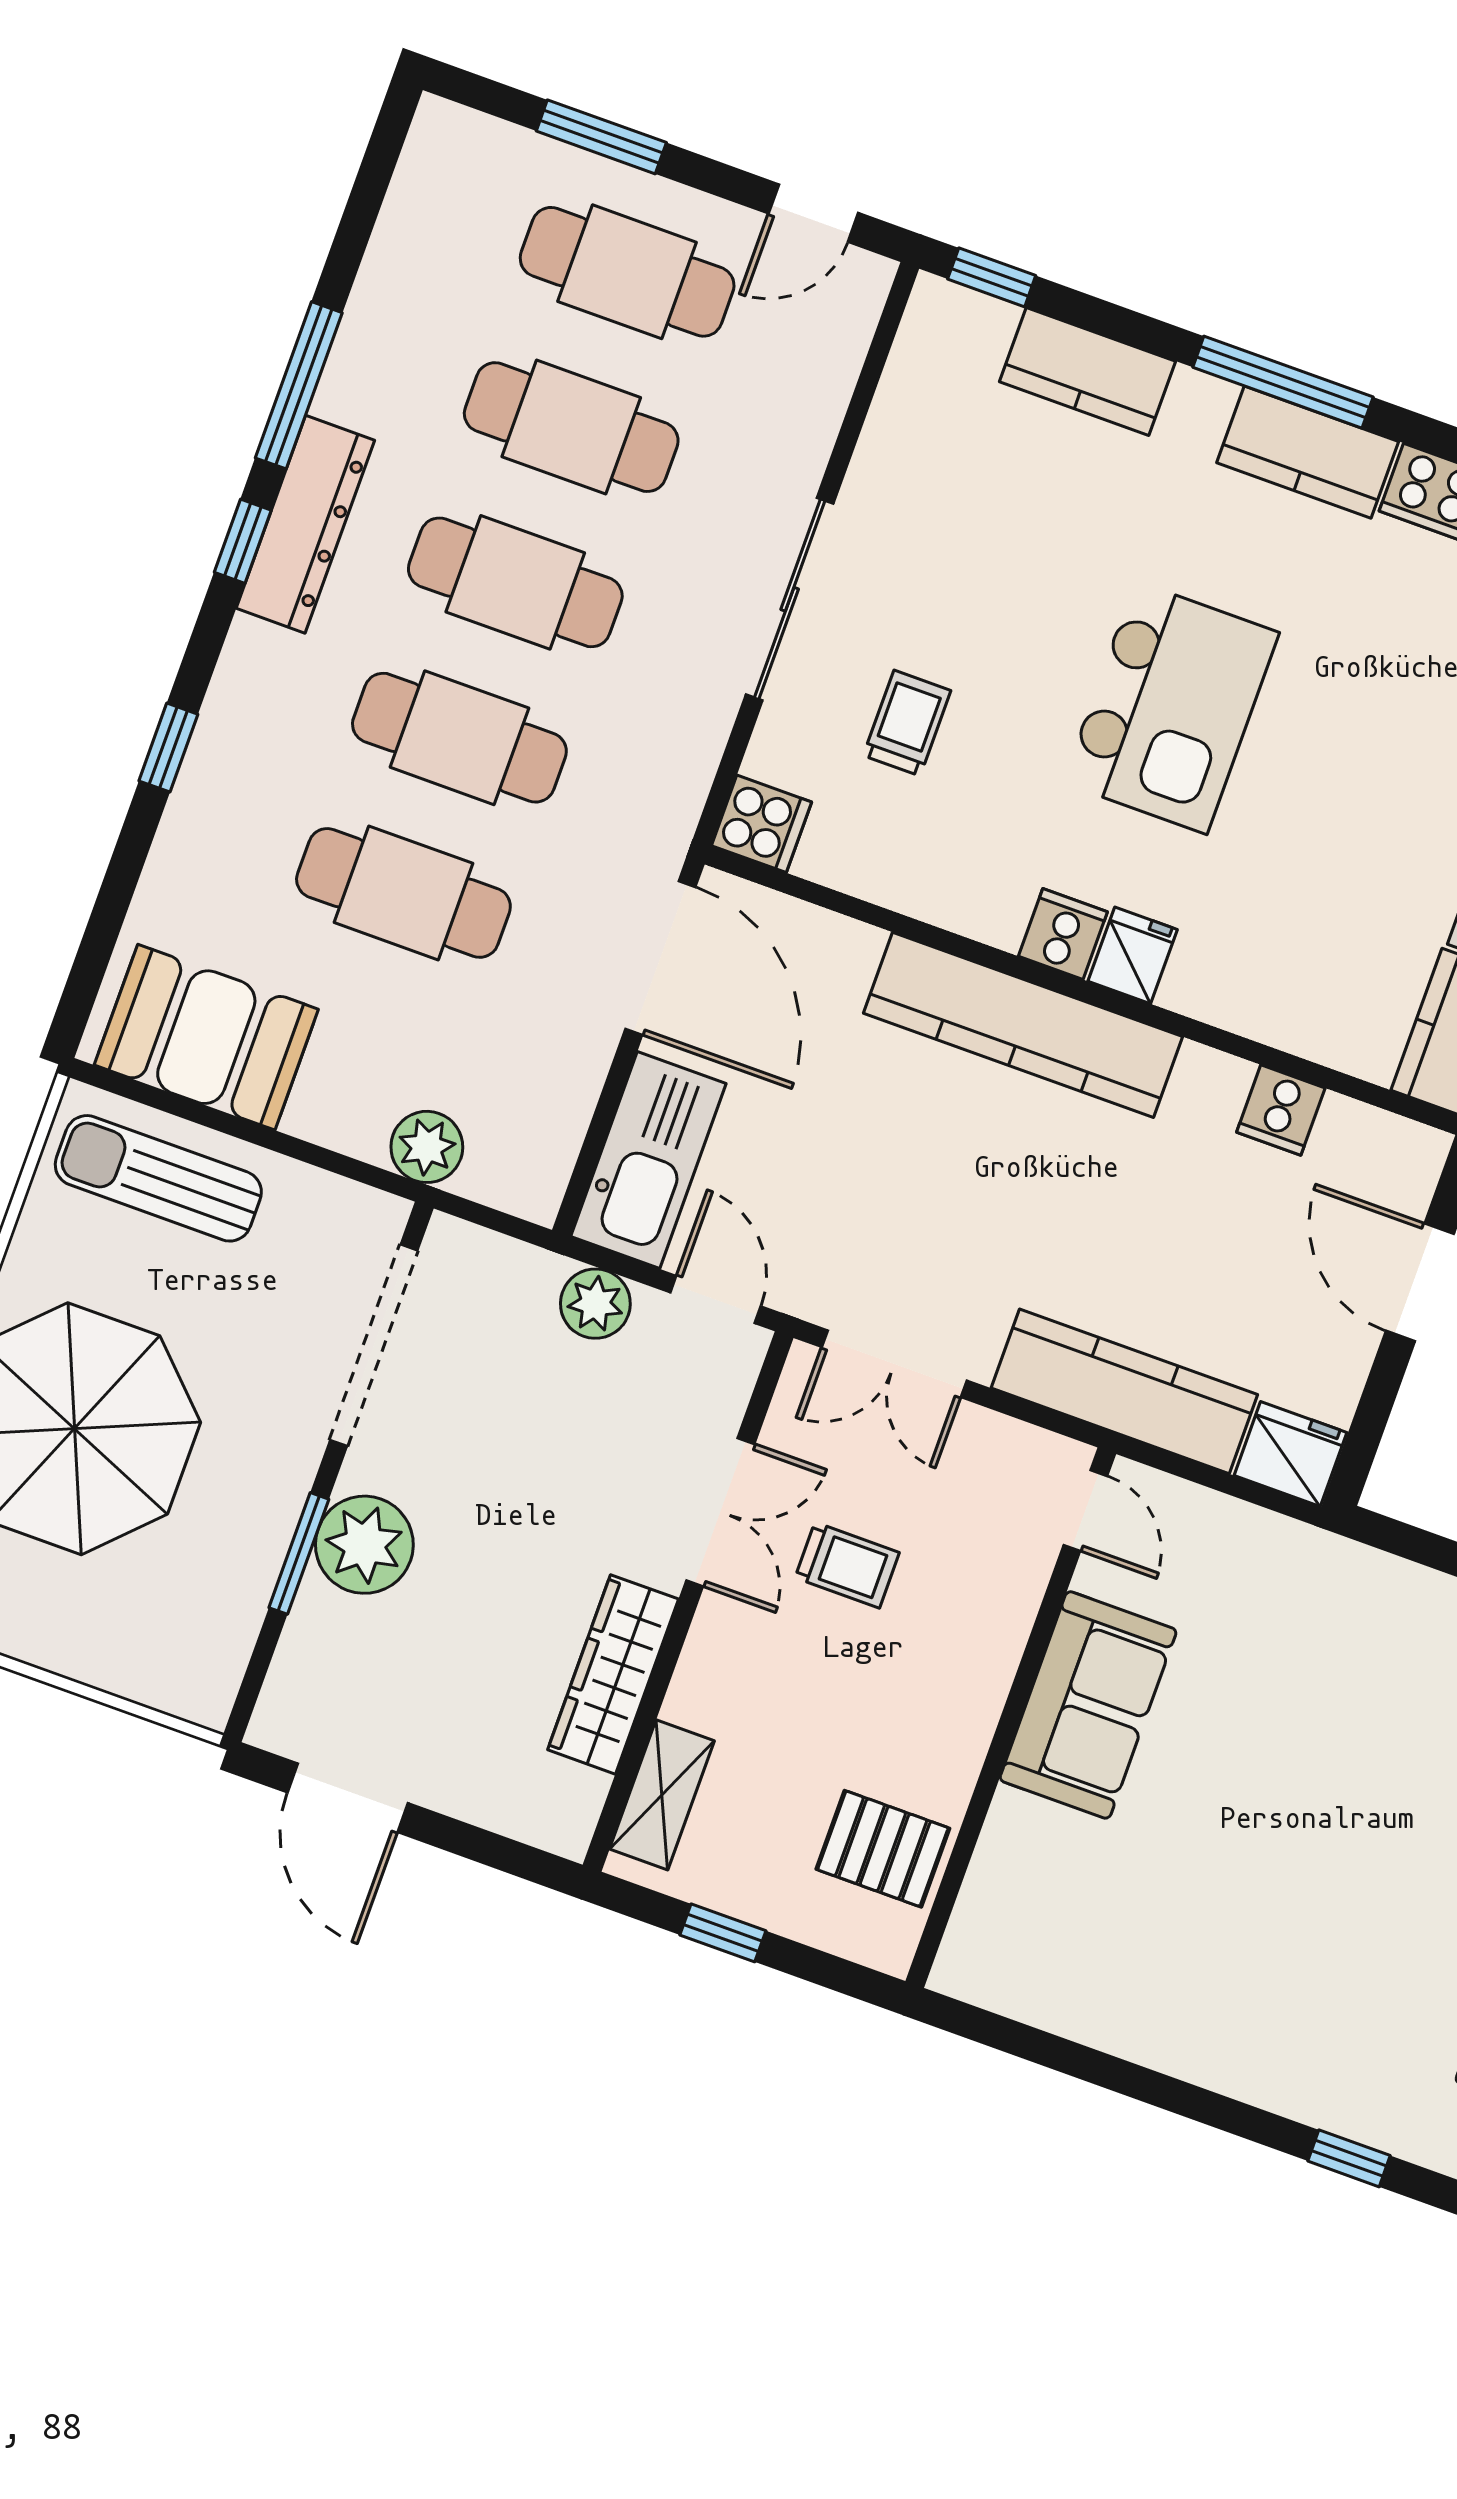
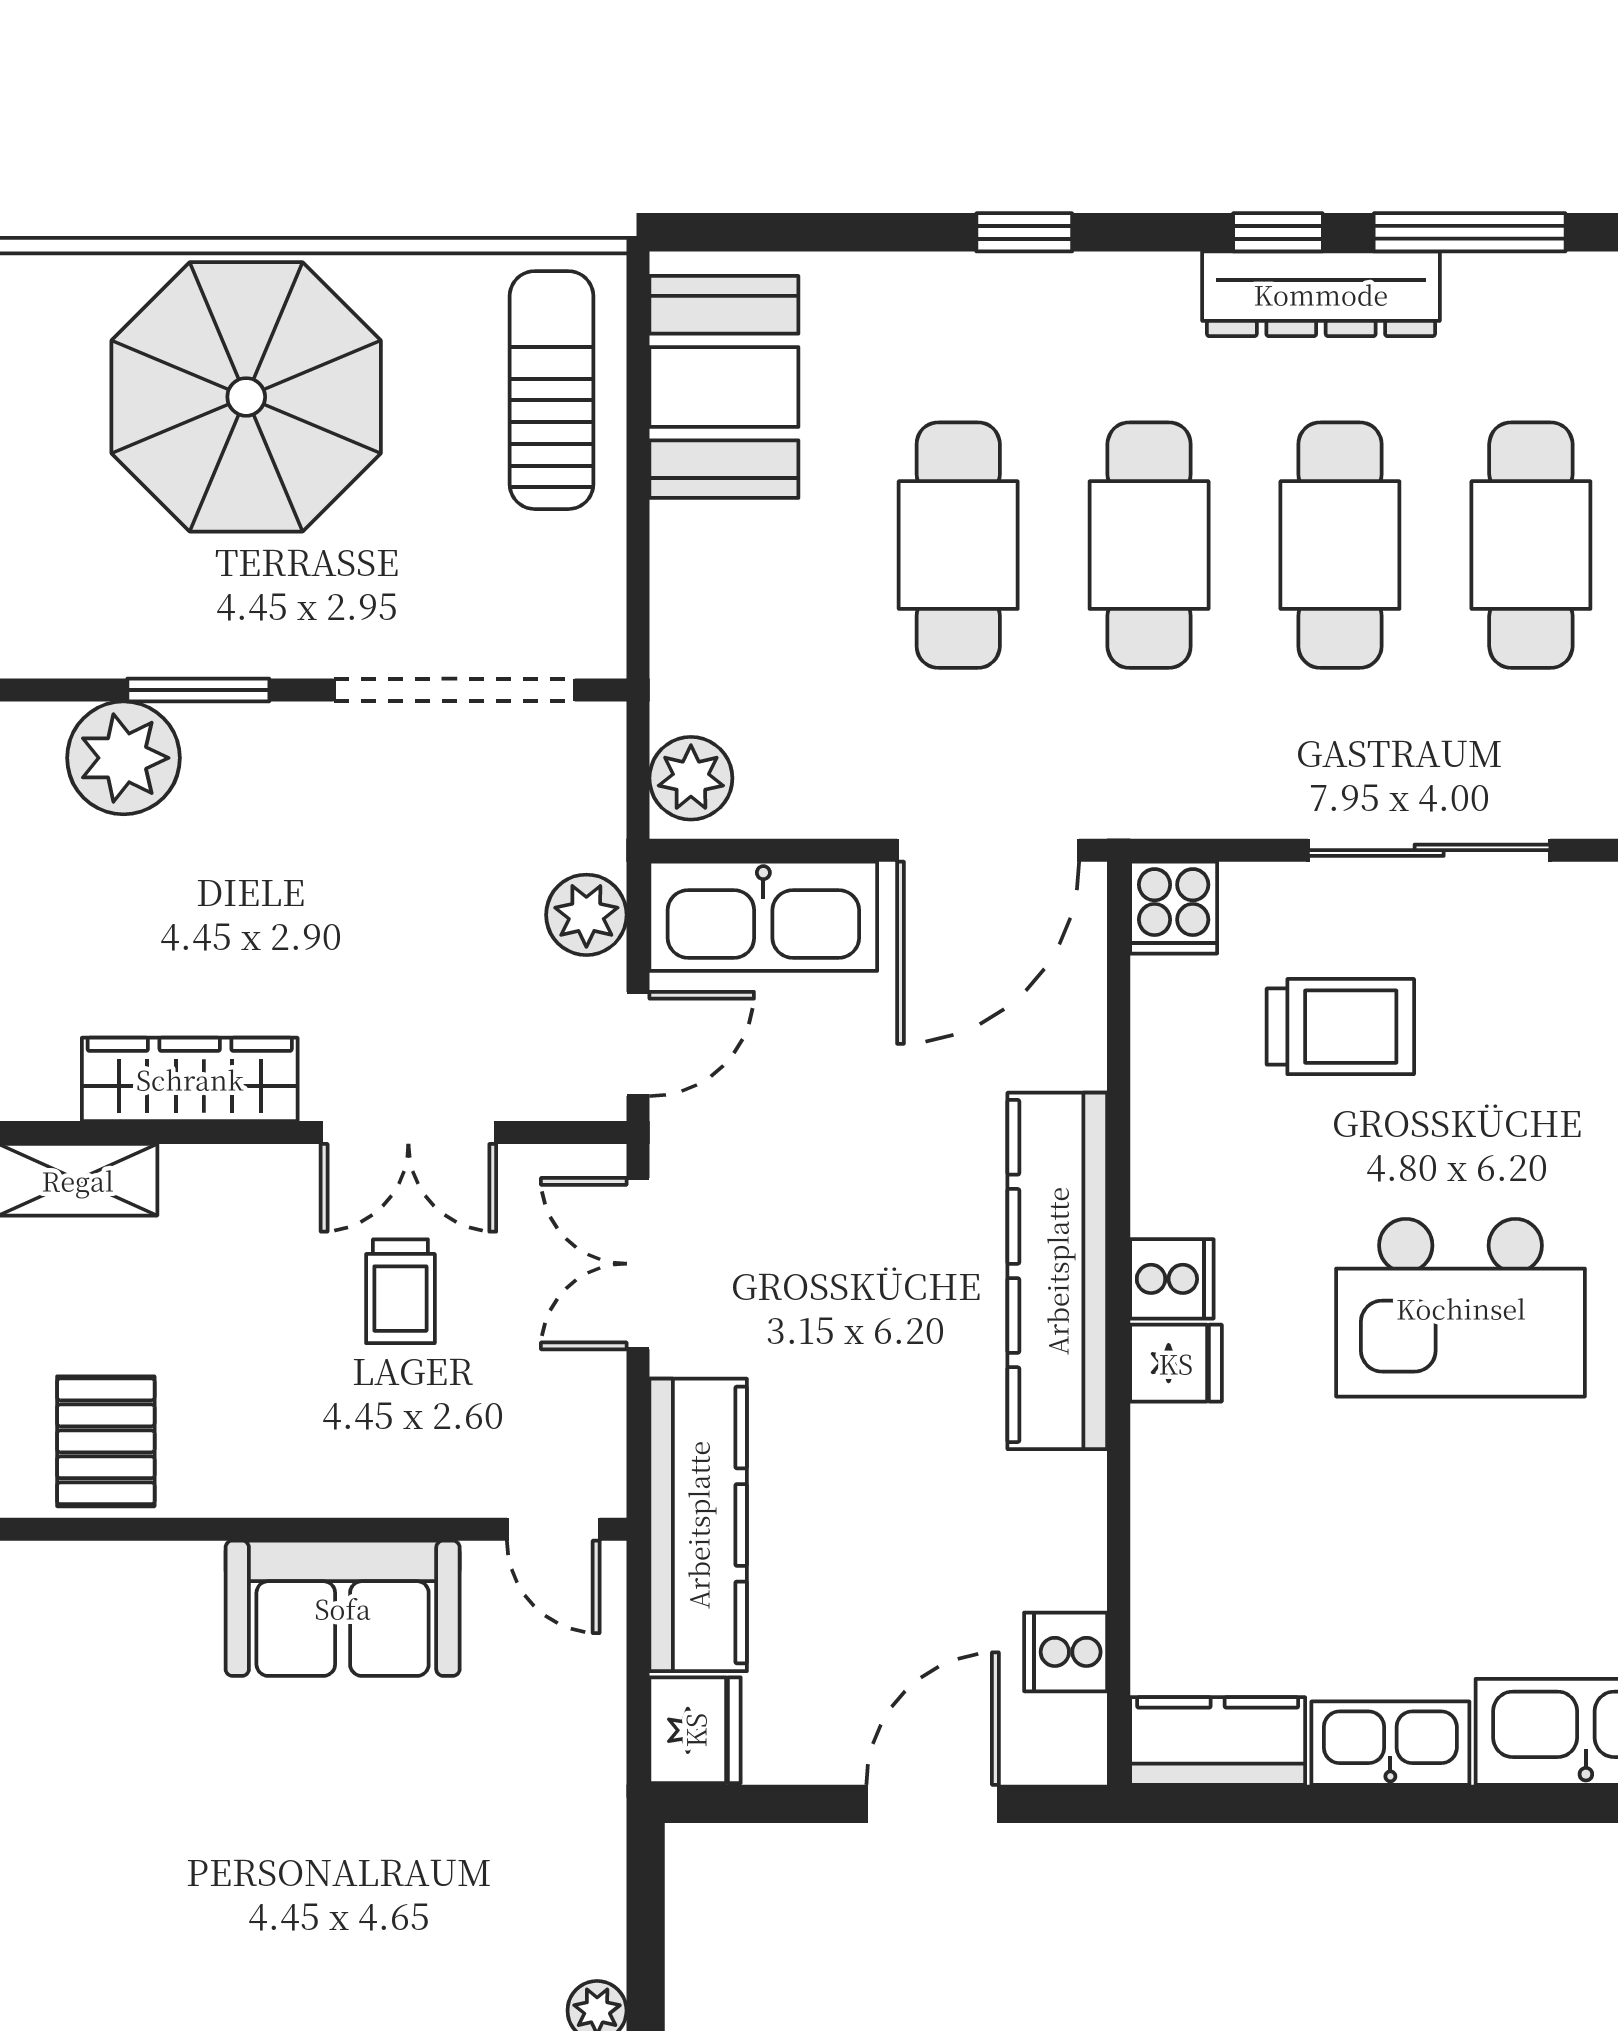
trolley: (907, 723) -> (1340, 1027), width x1.36, depth x1.39
cooker: (1281, 1110) -> (1066, 1652), moved
plant: (427, 1147) -> (691, 778), moved
door: (1085, 1510) -> (553, 1529), hinge flipped
plant: (364, 1545) -> (124, 758), moved

